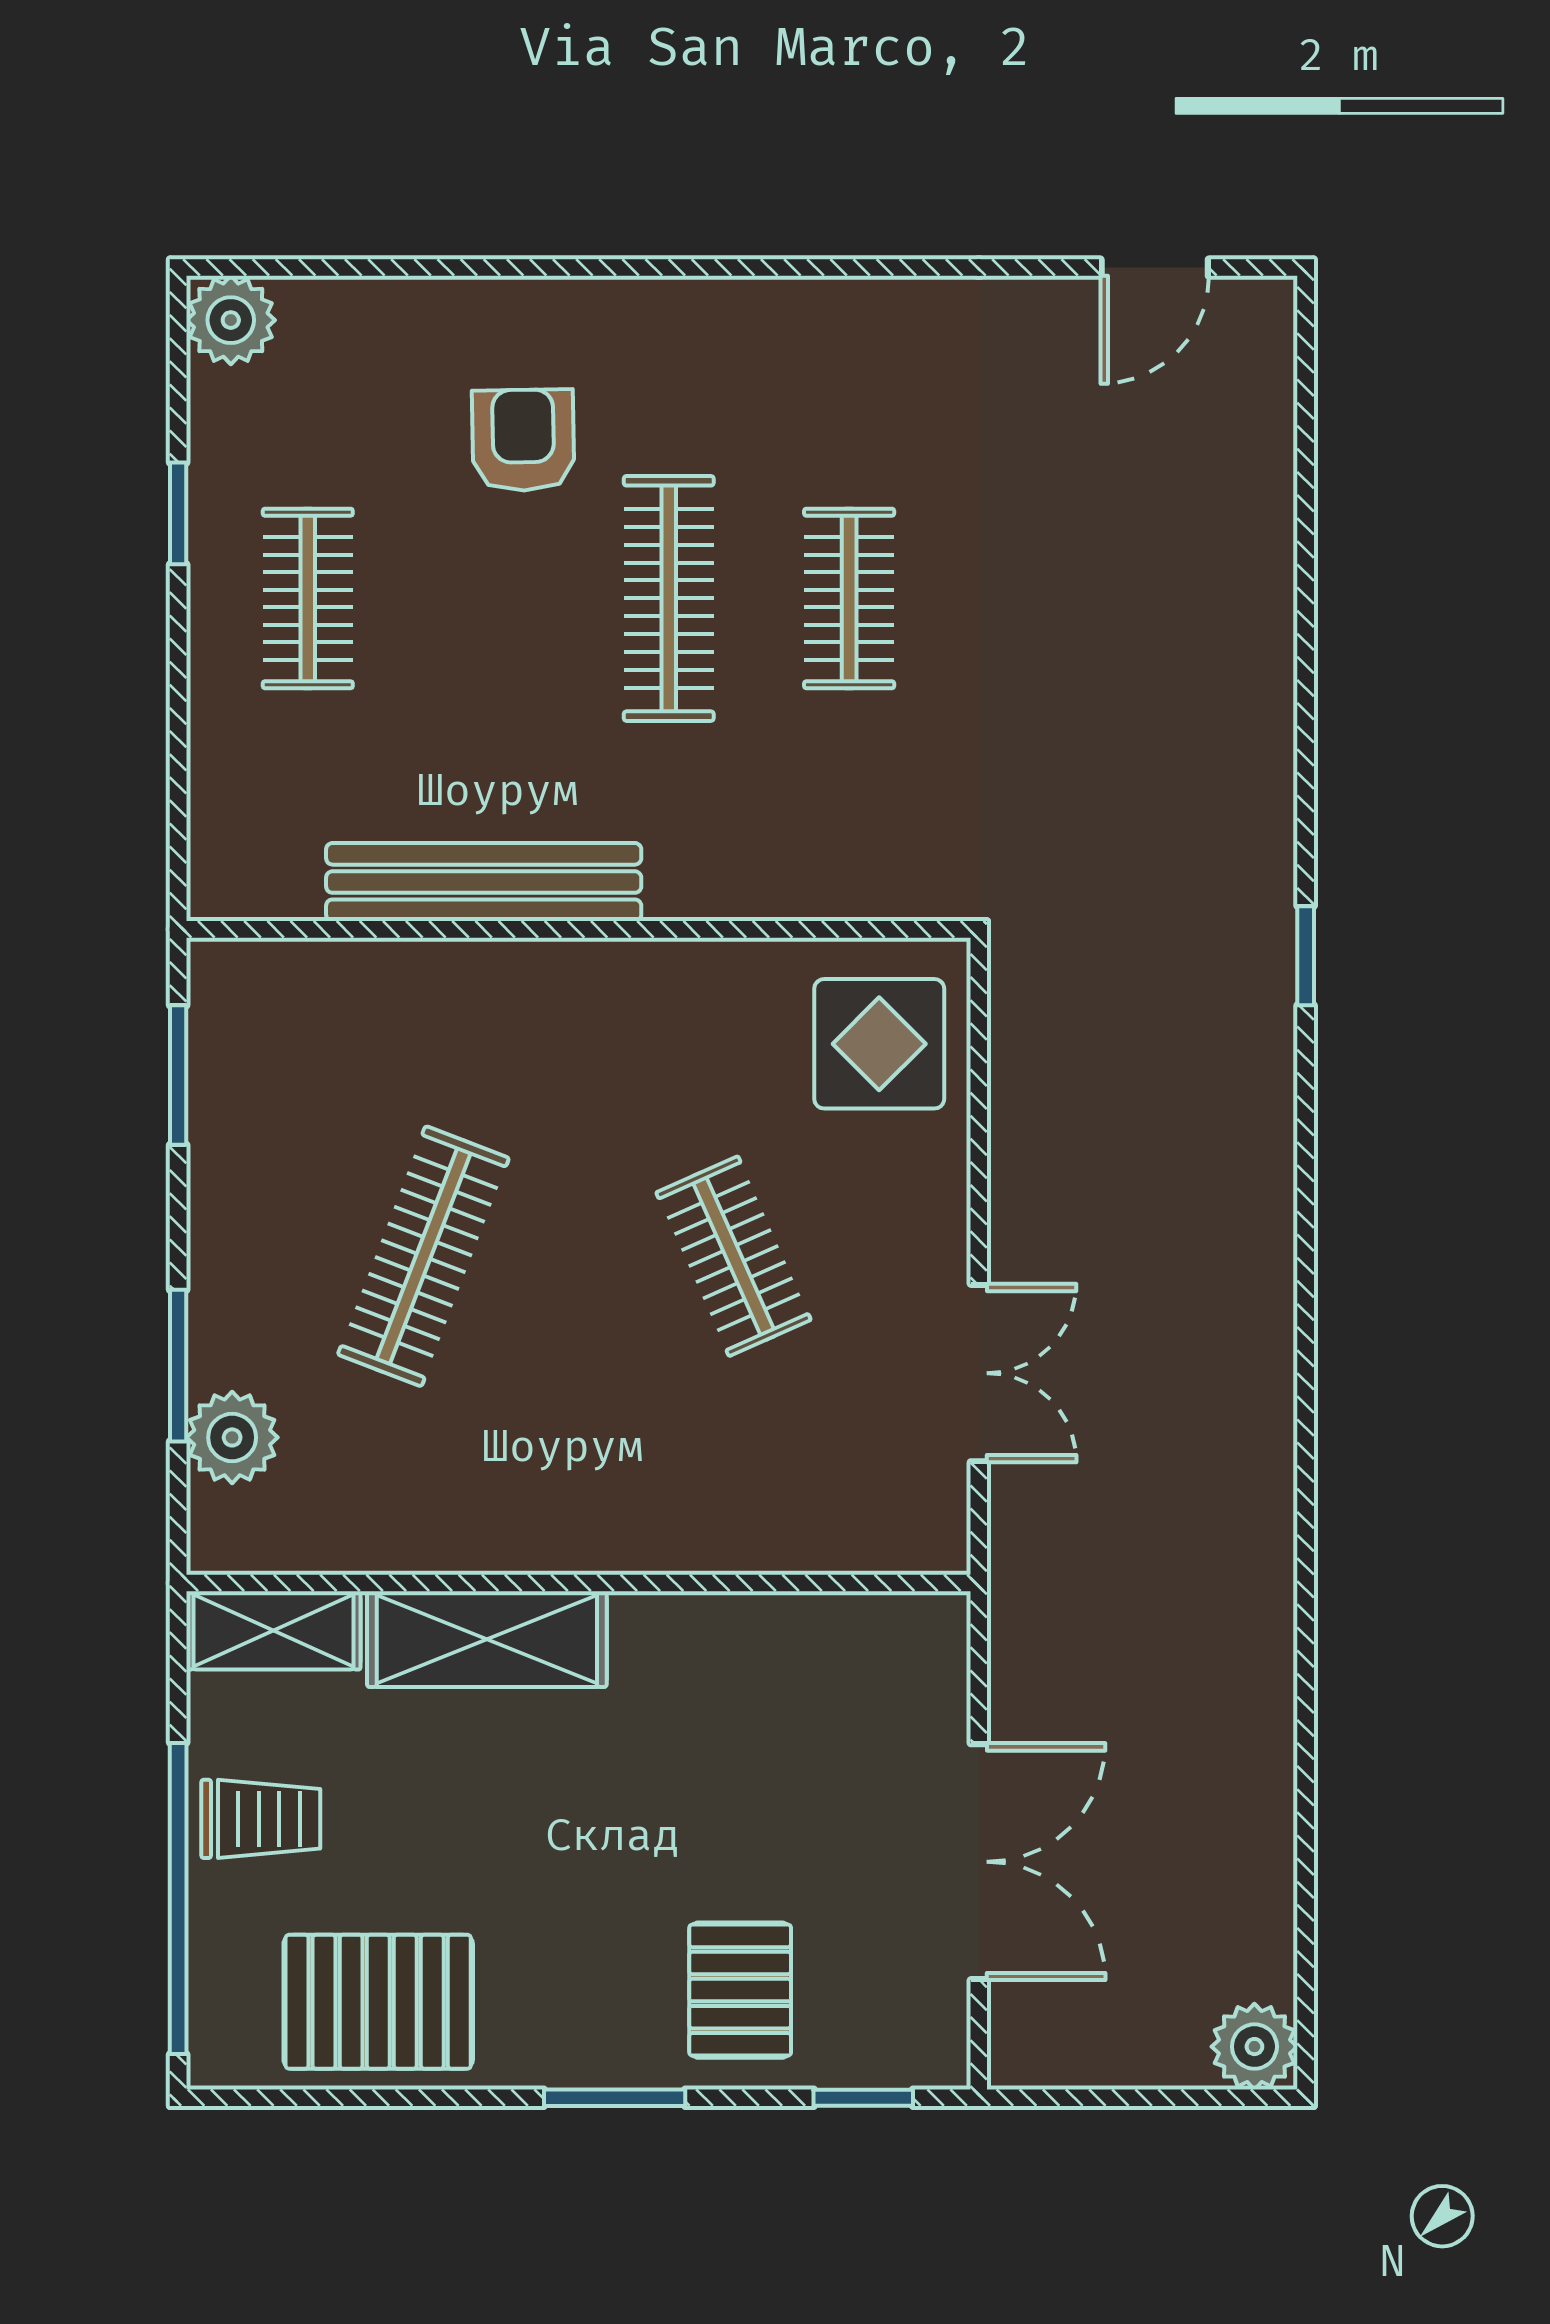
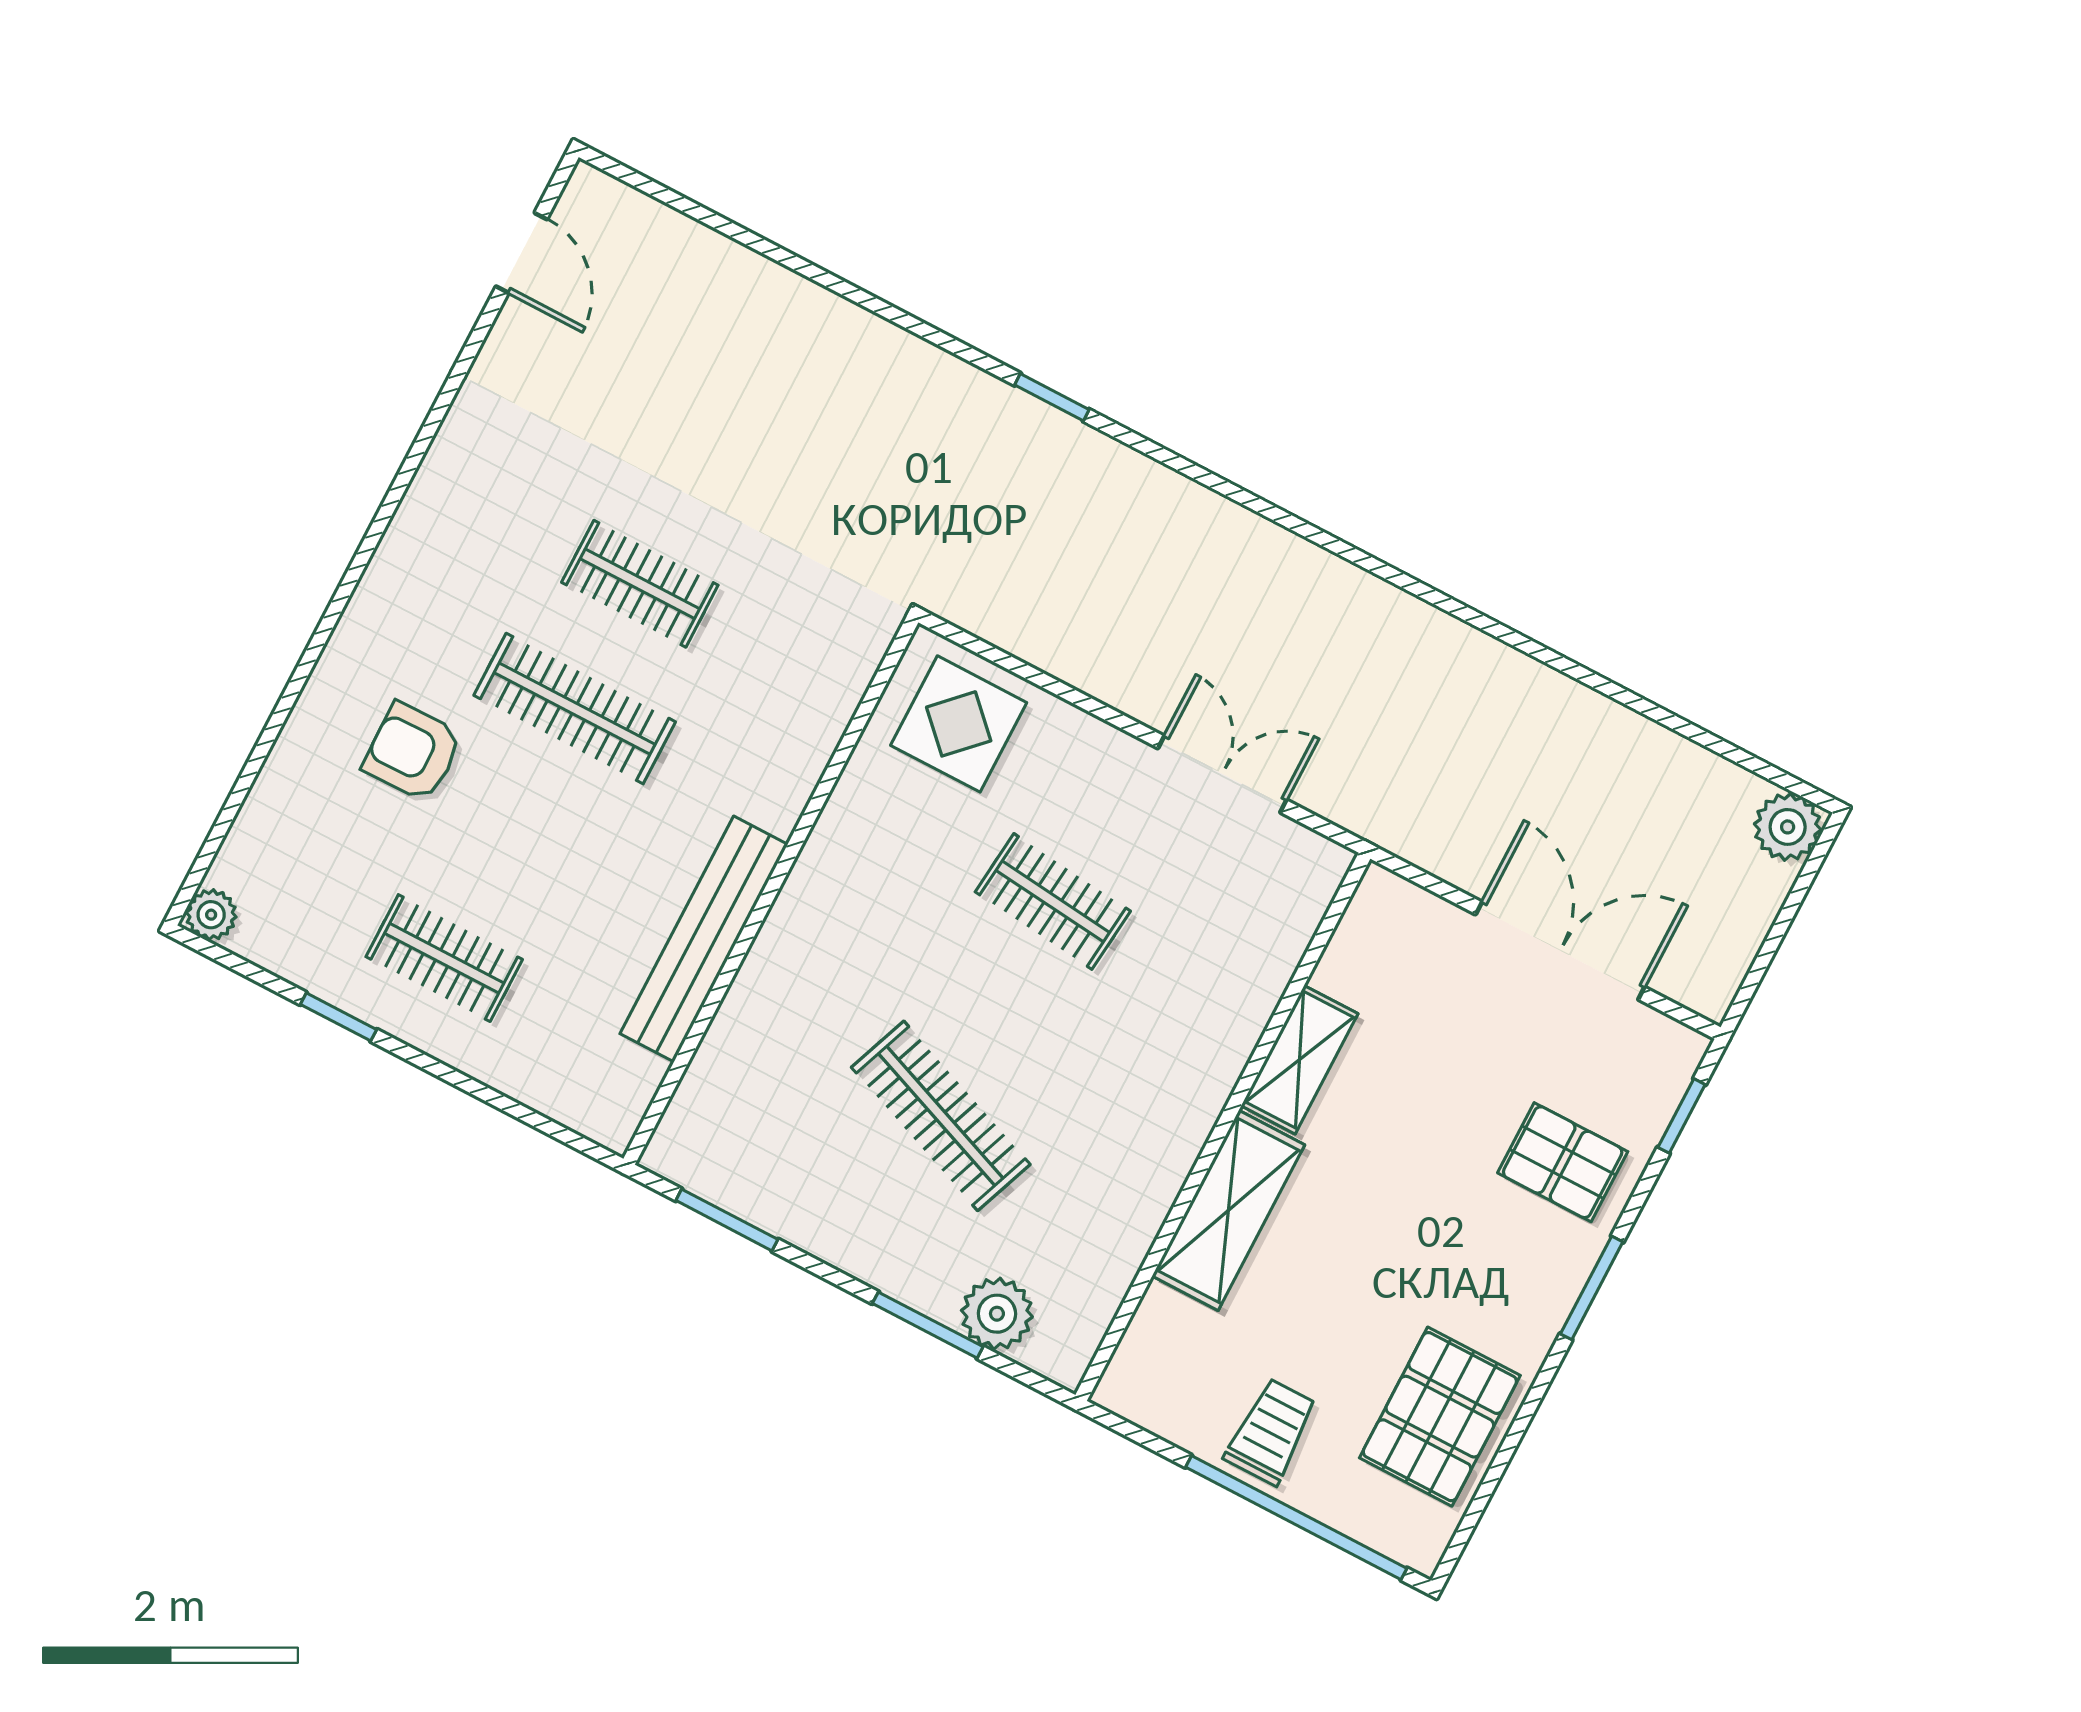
plant: (231, 320) -> (211, 915), width x0.73, depth x0.73
clothes rail: (734, 1256) -> (1053, 901), turned 30
shelving: (273, 1630) -> (1300, 1060), moved

